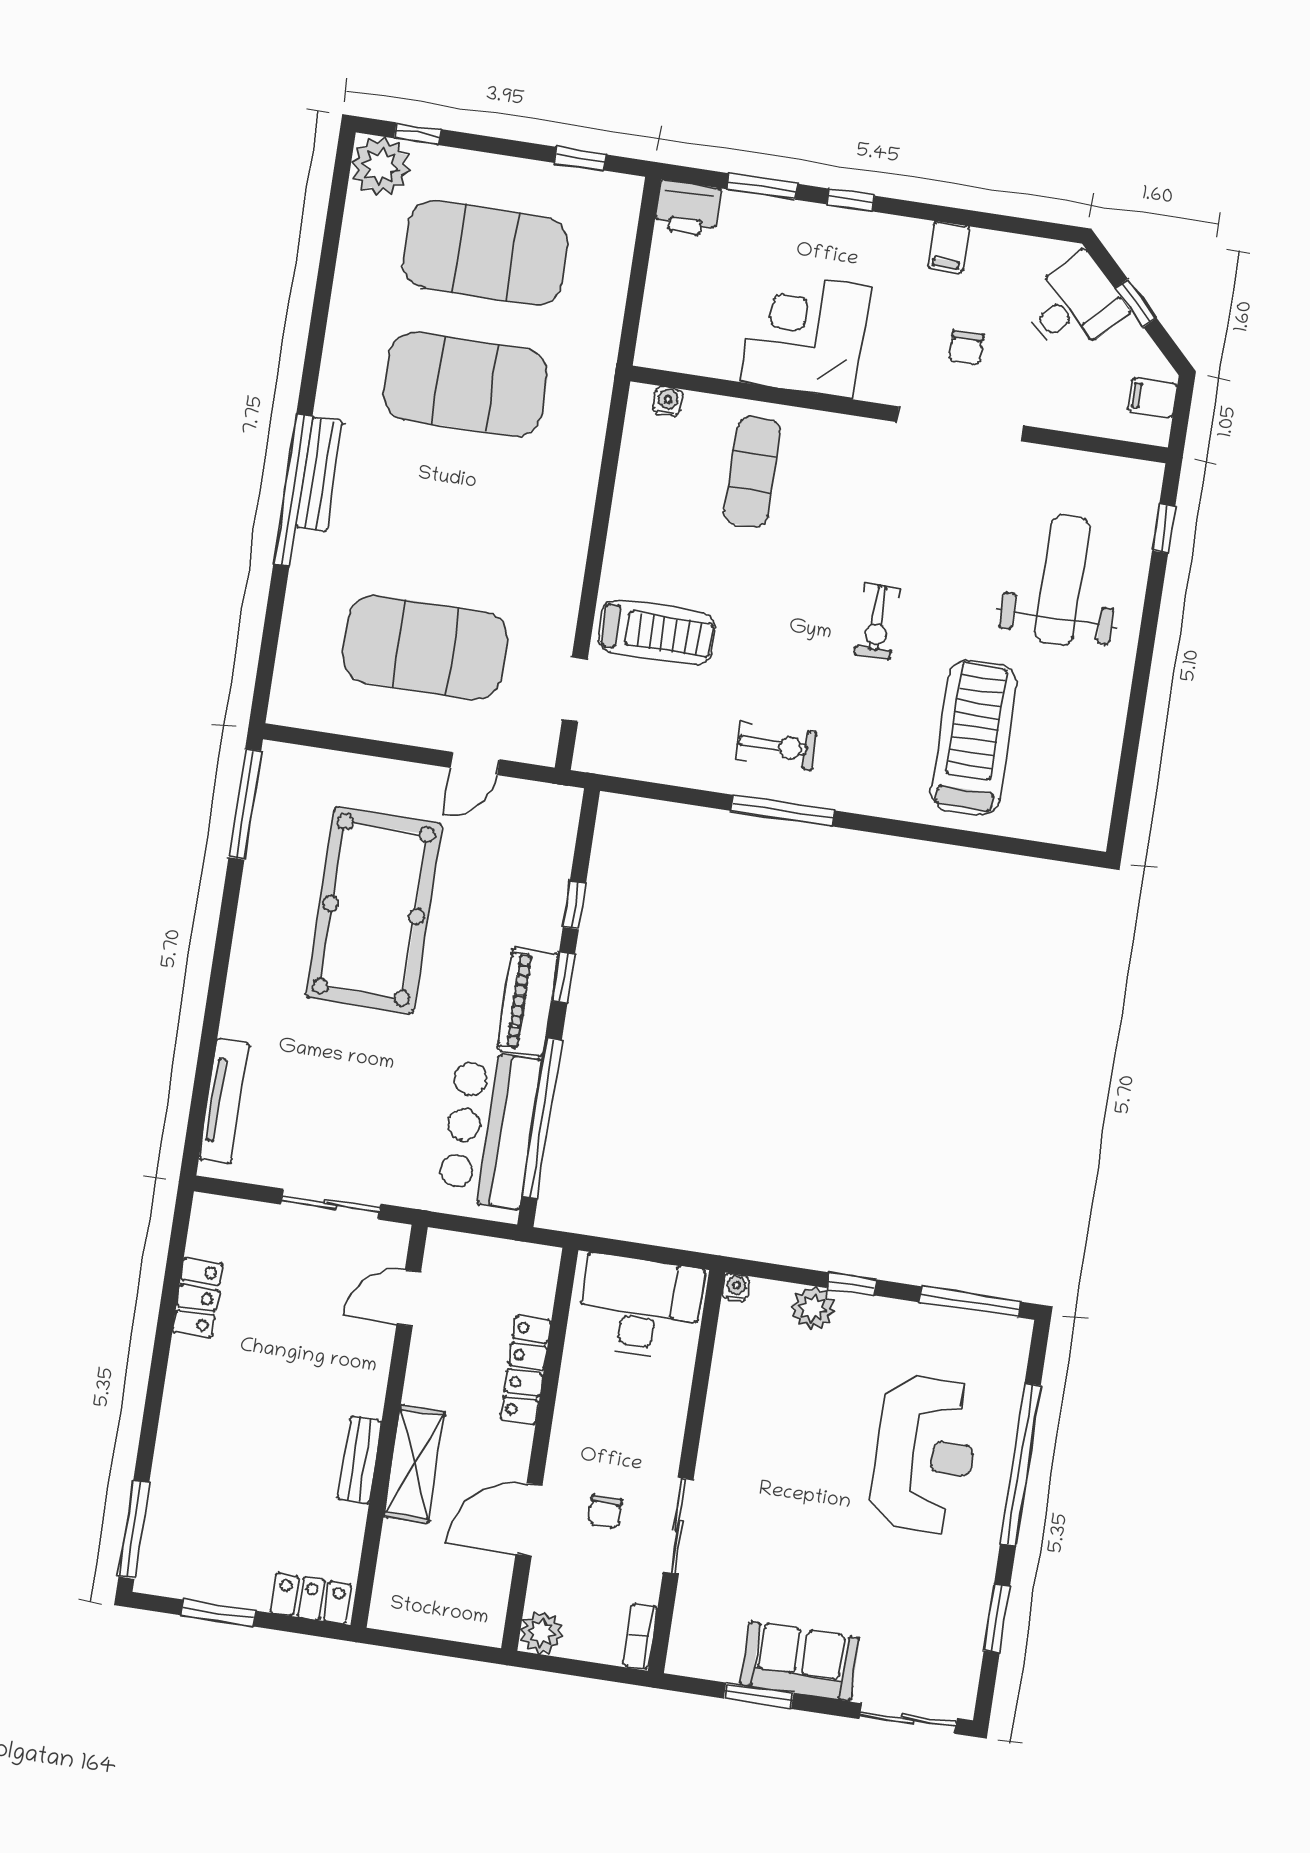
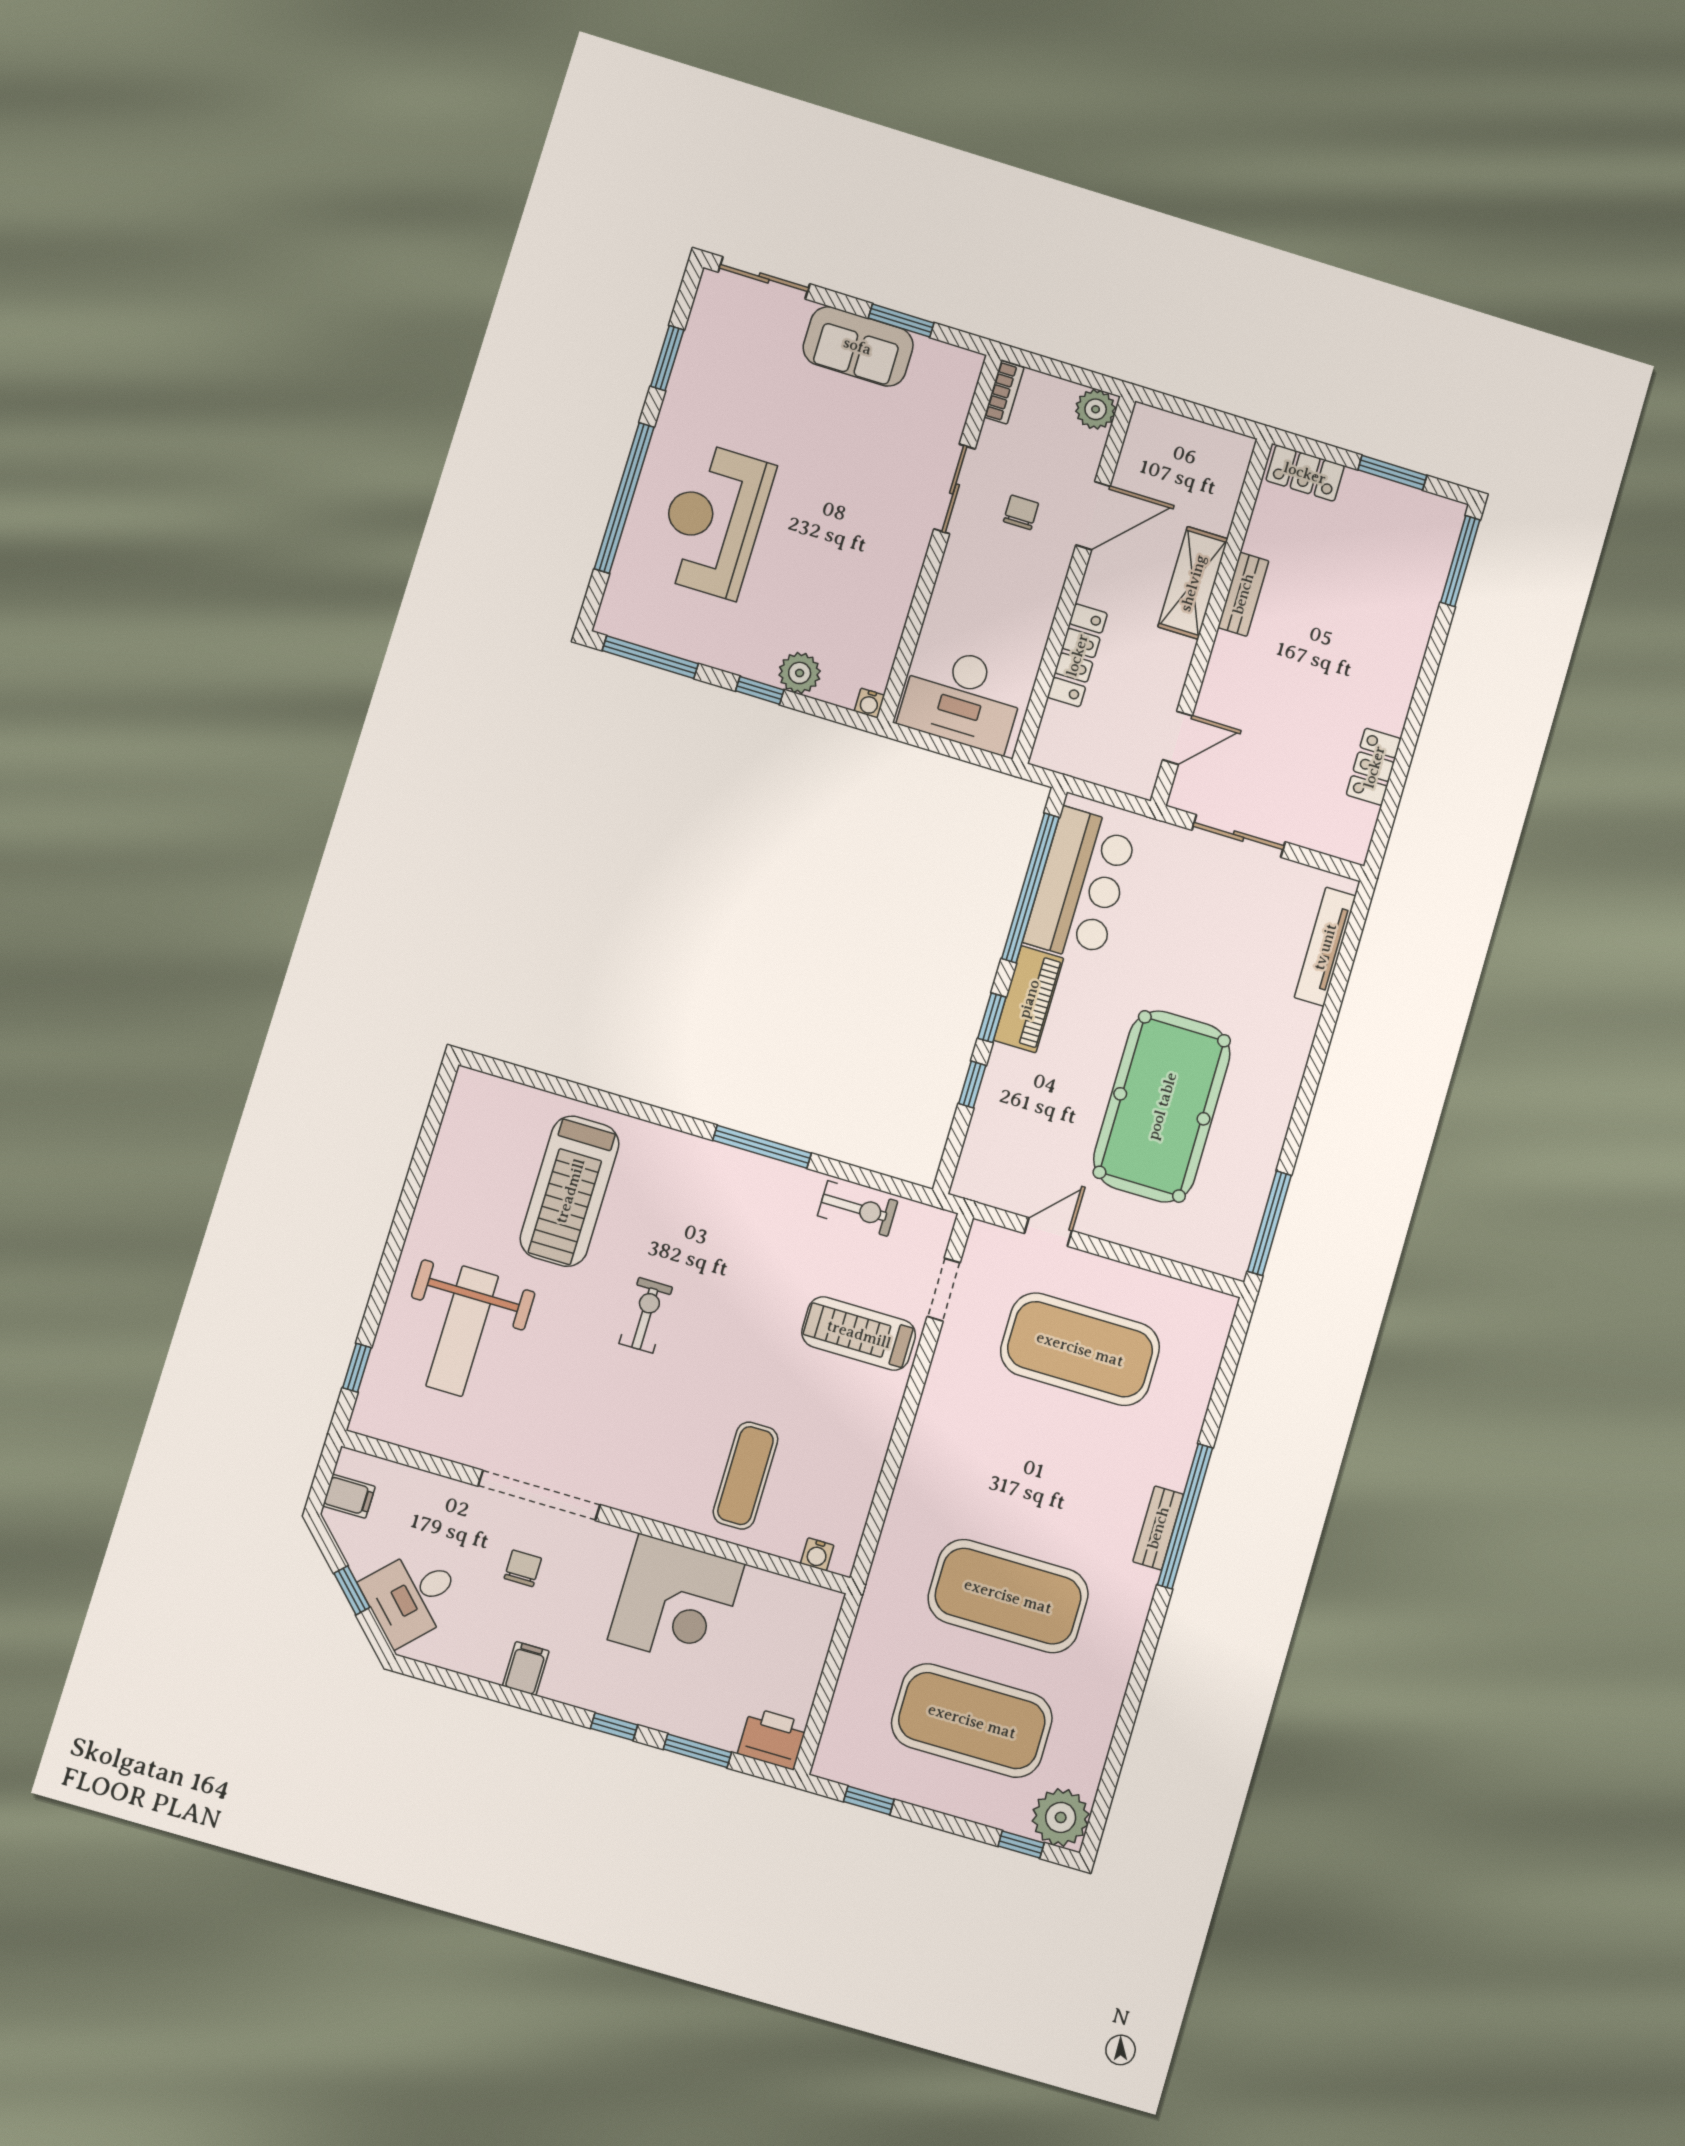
bench: (319, 474) -> (1158, 1528), width x0.73
exercise bike: (777, 746) -> (858, 1209), moved, turned 180

